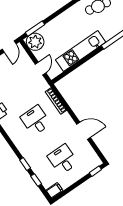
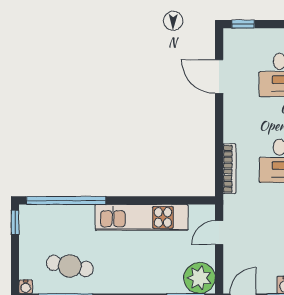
door: (84, 131) -> (219, 77), moved

